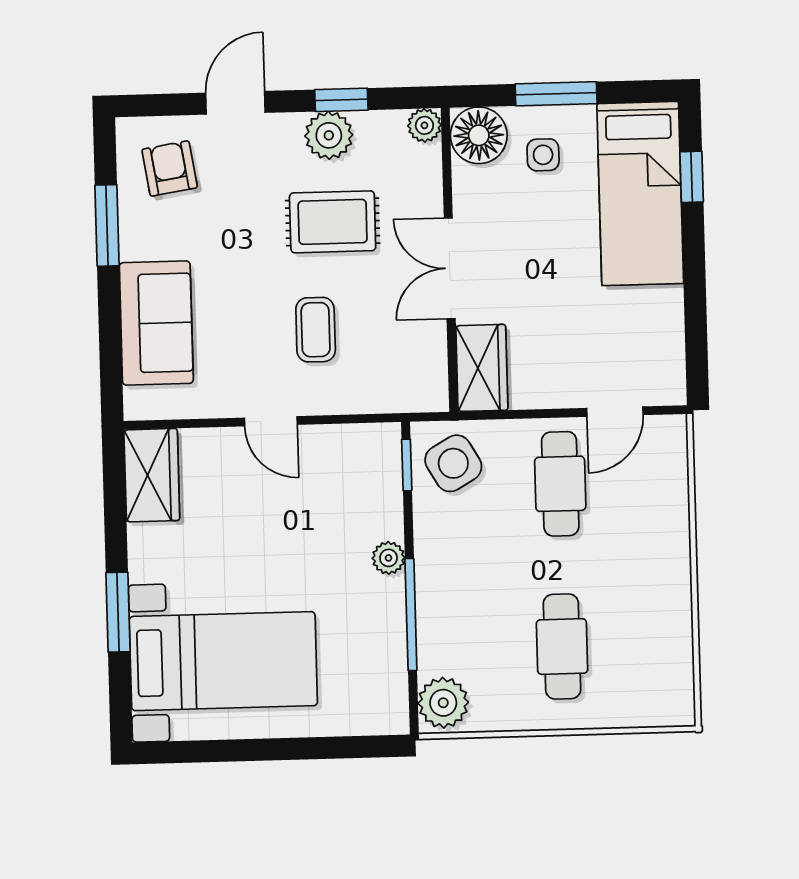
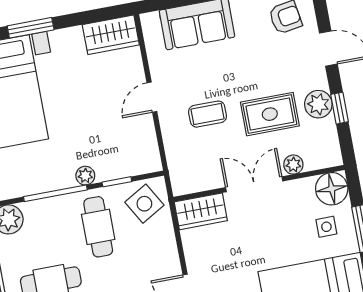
plant: (424, 125) -> (293, 165), moved
rug: (333, 222) -> (270, 114), turned 90
window: (407, 465) -> (117, 182), moved
cafe table: (560, 484) -> (98, 227), moved, turned 90

